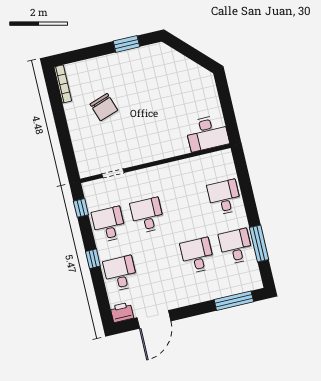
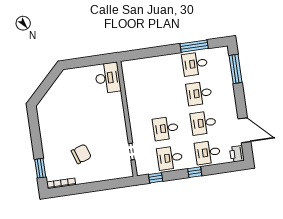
window: (126, 44) -> (40, 168), moved
desk: (224, 197) -> (203, 123), moved

